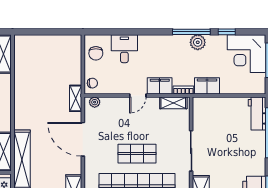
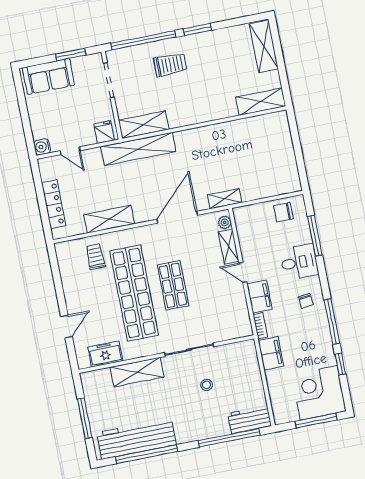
window: (120, 32) -> (315, 236), added
plant: (198, 42) -> (321, 332), removed
desk: (124, 49) -> (299, 262), moved
chair: (92, 83) -> (306, 301), moved
shelving: (173, 103) -> (229, 246), moved
stool: (222, 142) -> (207, 385), added

